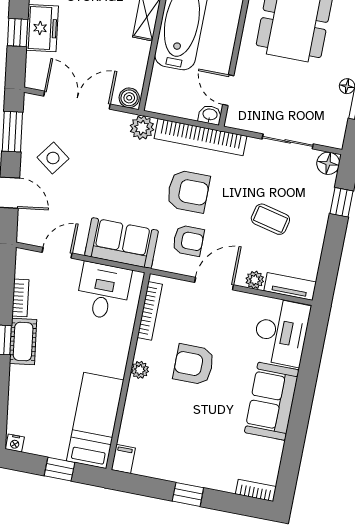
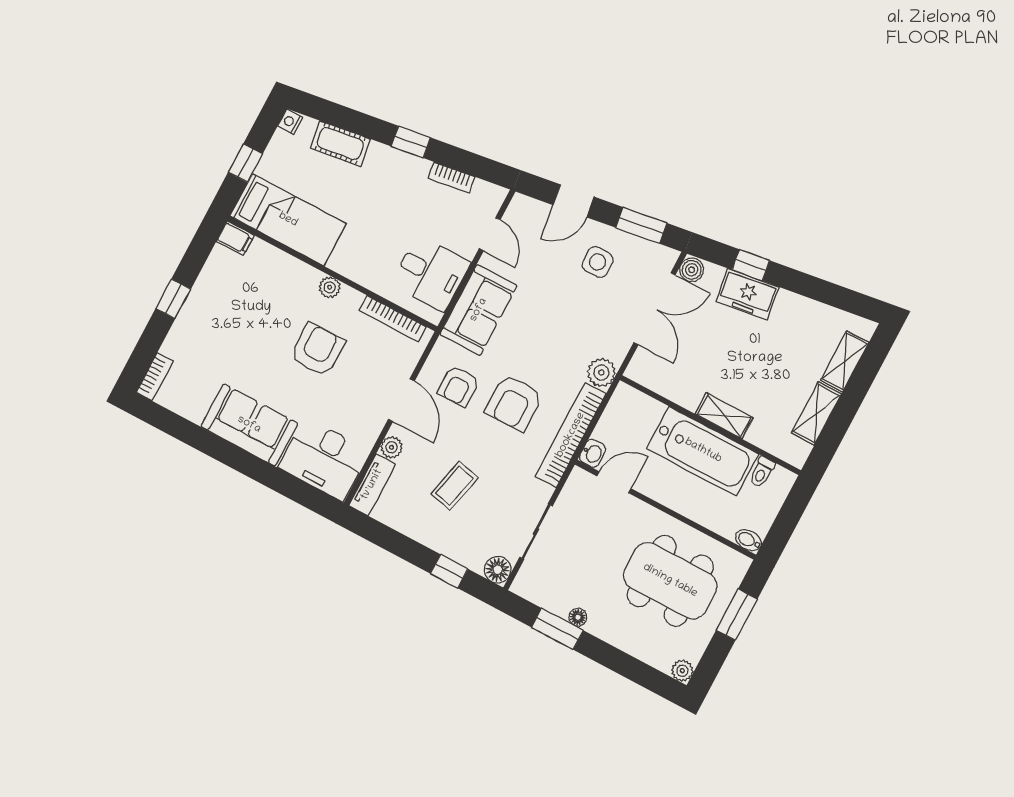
boiler: (129, 98) -> (692, 270), moved
side table: (53, 158) -> (598, 262), turned -36
cot: (23, 342) -> (340, 144), moved

